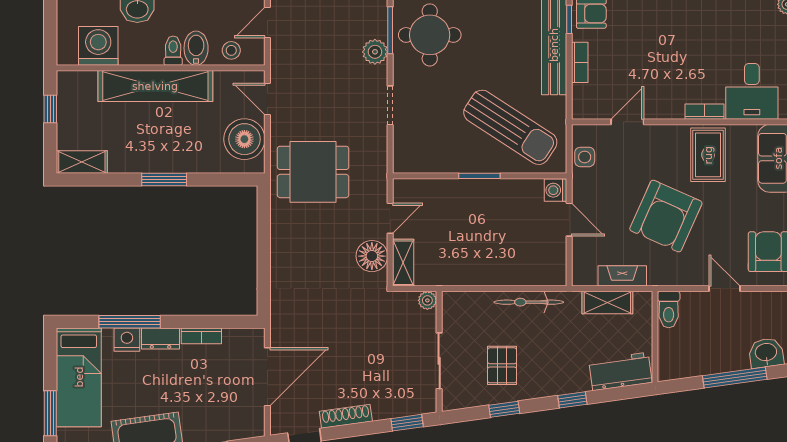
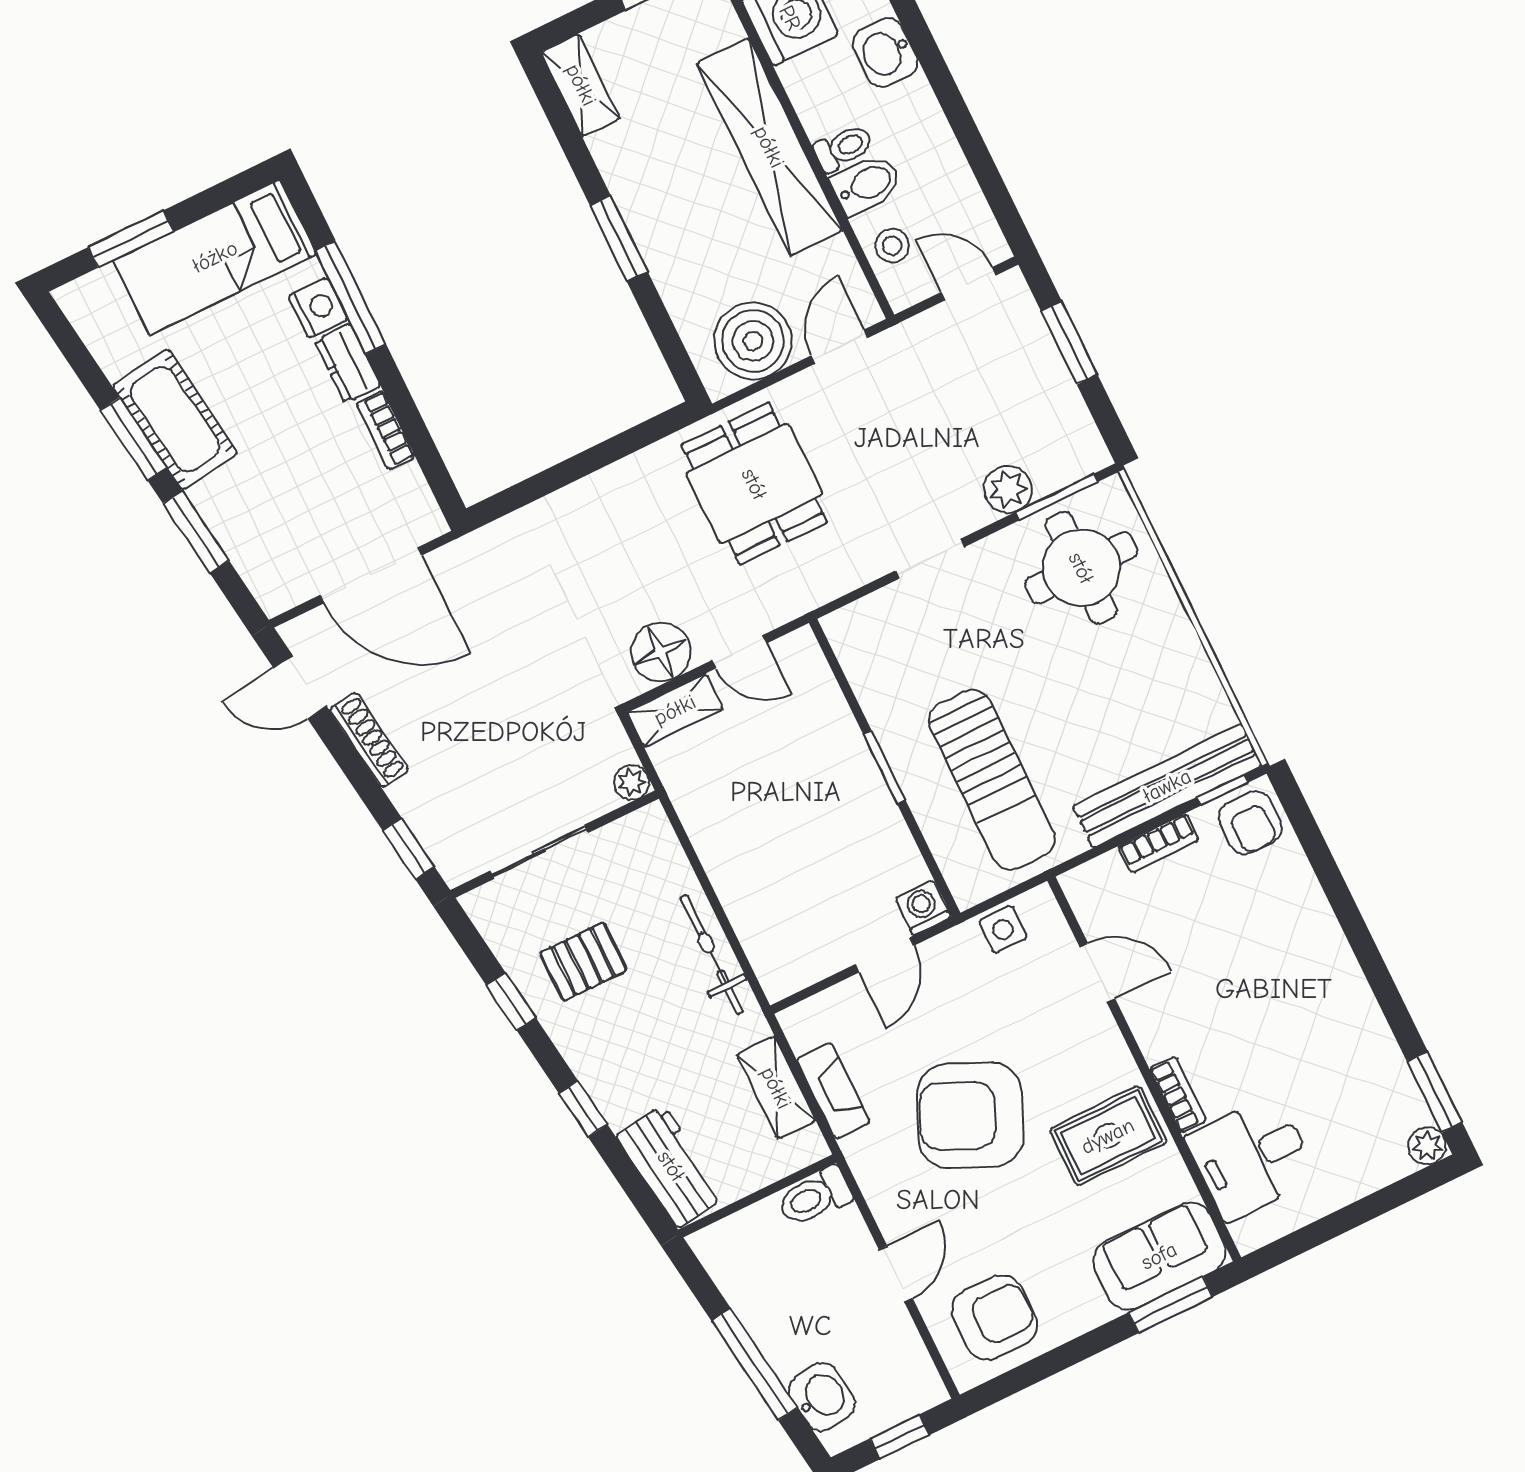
sun lounger: (510, 127) -> (992, 780), turned -33

